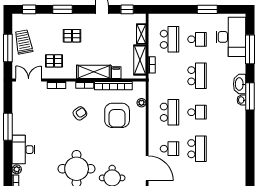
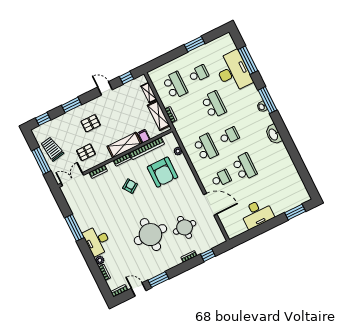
desk: (231, 37) -> (233, 72), moved
washbasin: (240, 84) -> (273, 134), moved

